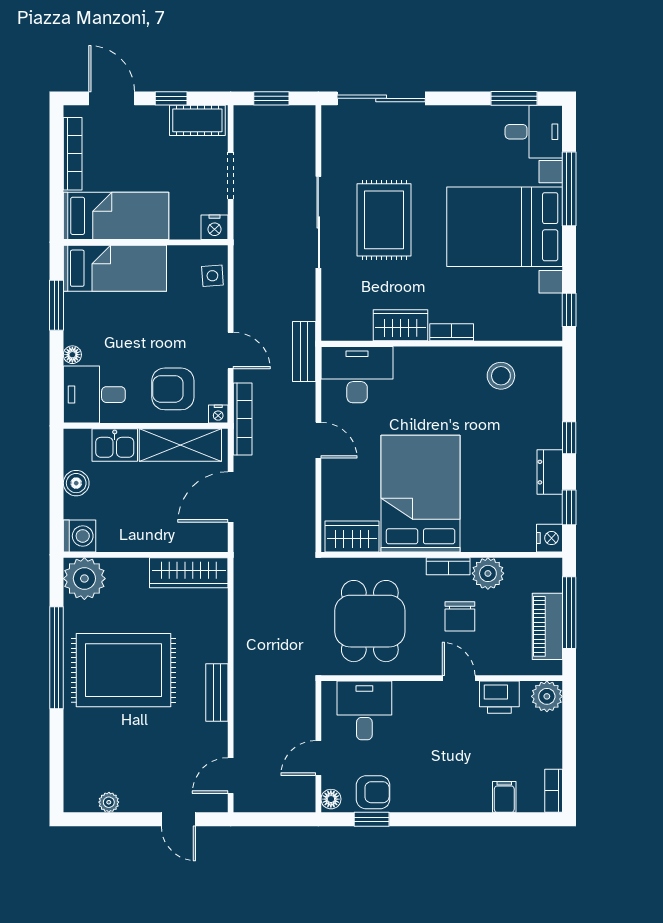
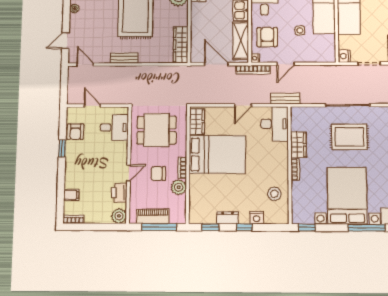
side table: (212, 276) -> (300, 30), moved
nightstand: (549, 538) -> (257, 218), moved
floor lamp: (331, 799) -> (73, 112), removed
window: (372, 819) -> (62, 149), moved

